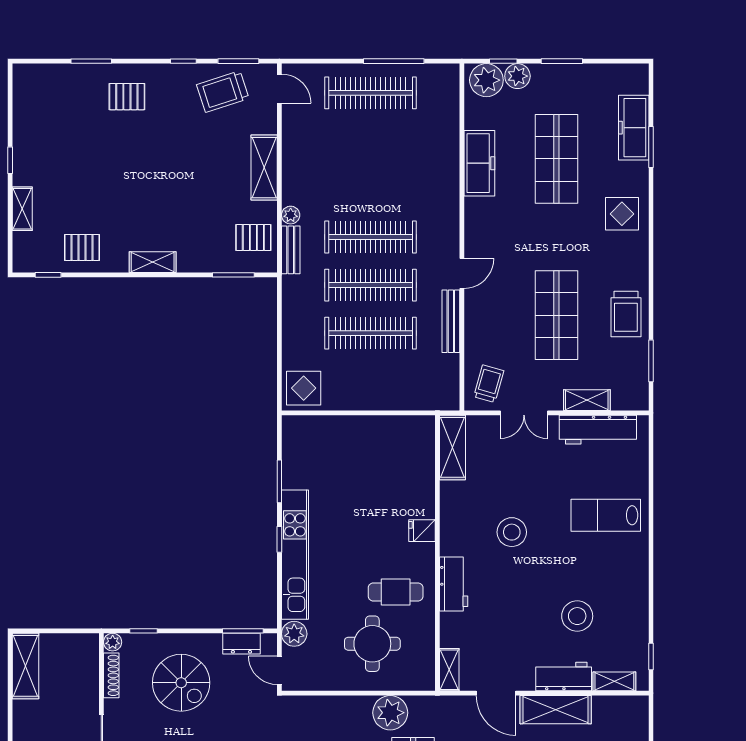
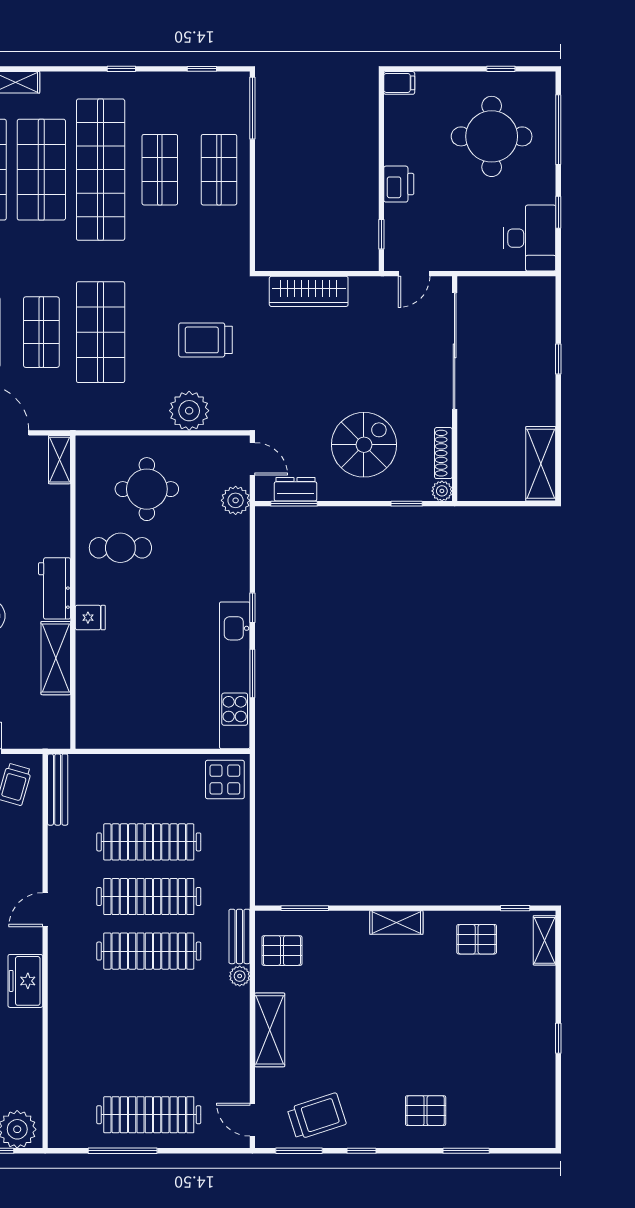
freezer: (479, 163) -> (25, 981), moved, width x0.71
shelving: (22, 209) -> (545, 940), moved
bench: (451, 321) -> (58, 790), moved
shelving: (453, 447) -> (56, 658), moved
kitchen unit: (295, 555) -> (235, 675), moved
workbench: (454, 584) -> (55, 588), moved
spiral stairs: (181, 683) -> (364, 445), turned 90
plant: (390, 713) -> (189, 411), moved

